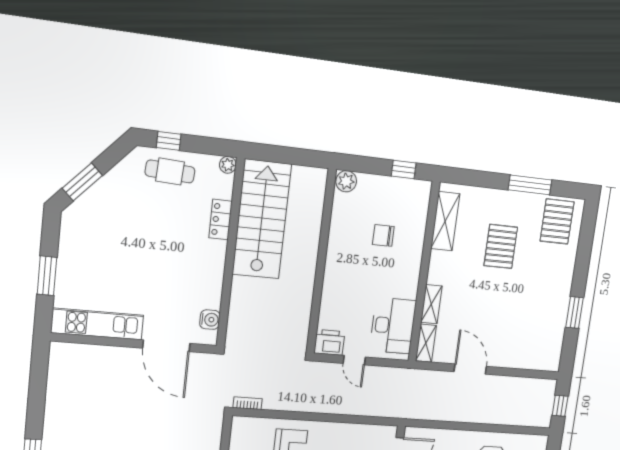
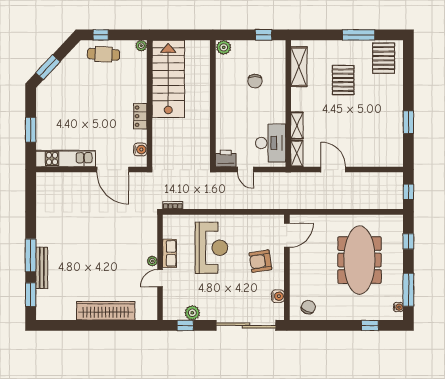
locker: (221, 219) -> (140, 116), moved
chair: (383, 235) -> (255, 81), turned -90

